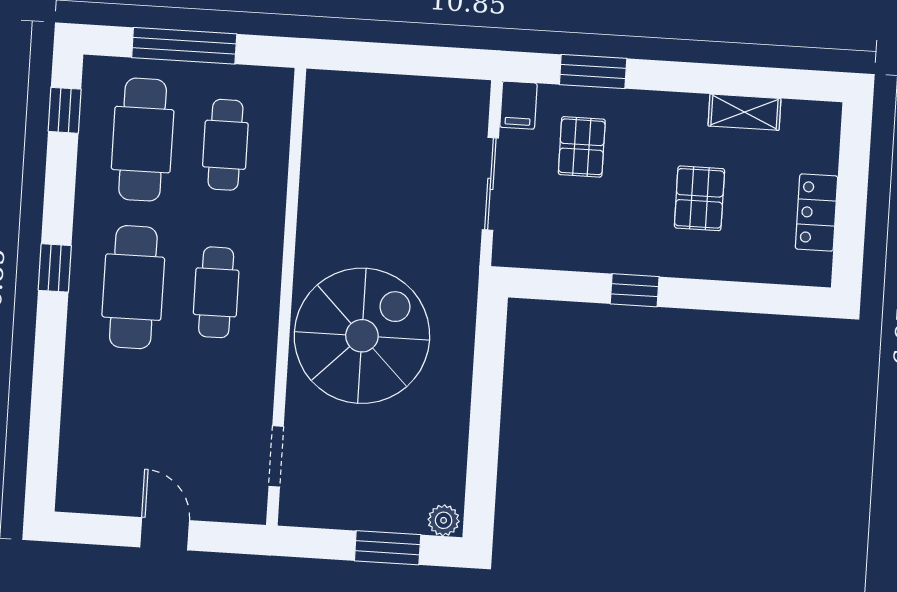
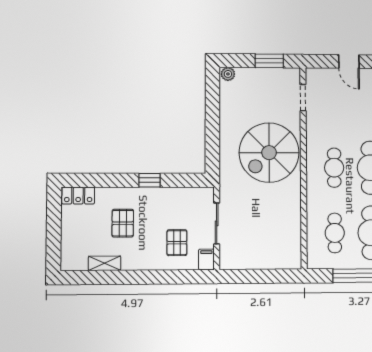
window: (593, 71) -> (174, 277), removed
locker: (817, 213) -> (78, 196), moved, turned 90
window: (388, 548) -> (269, 61), moved

